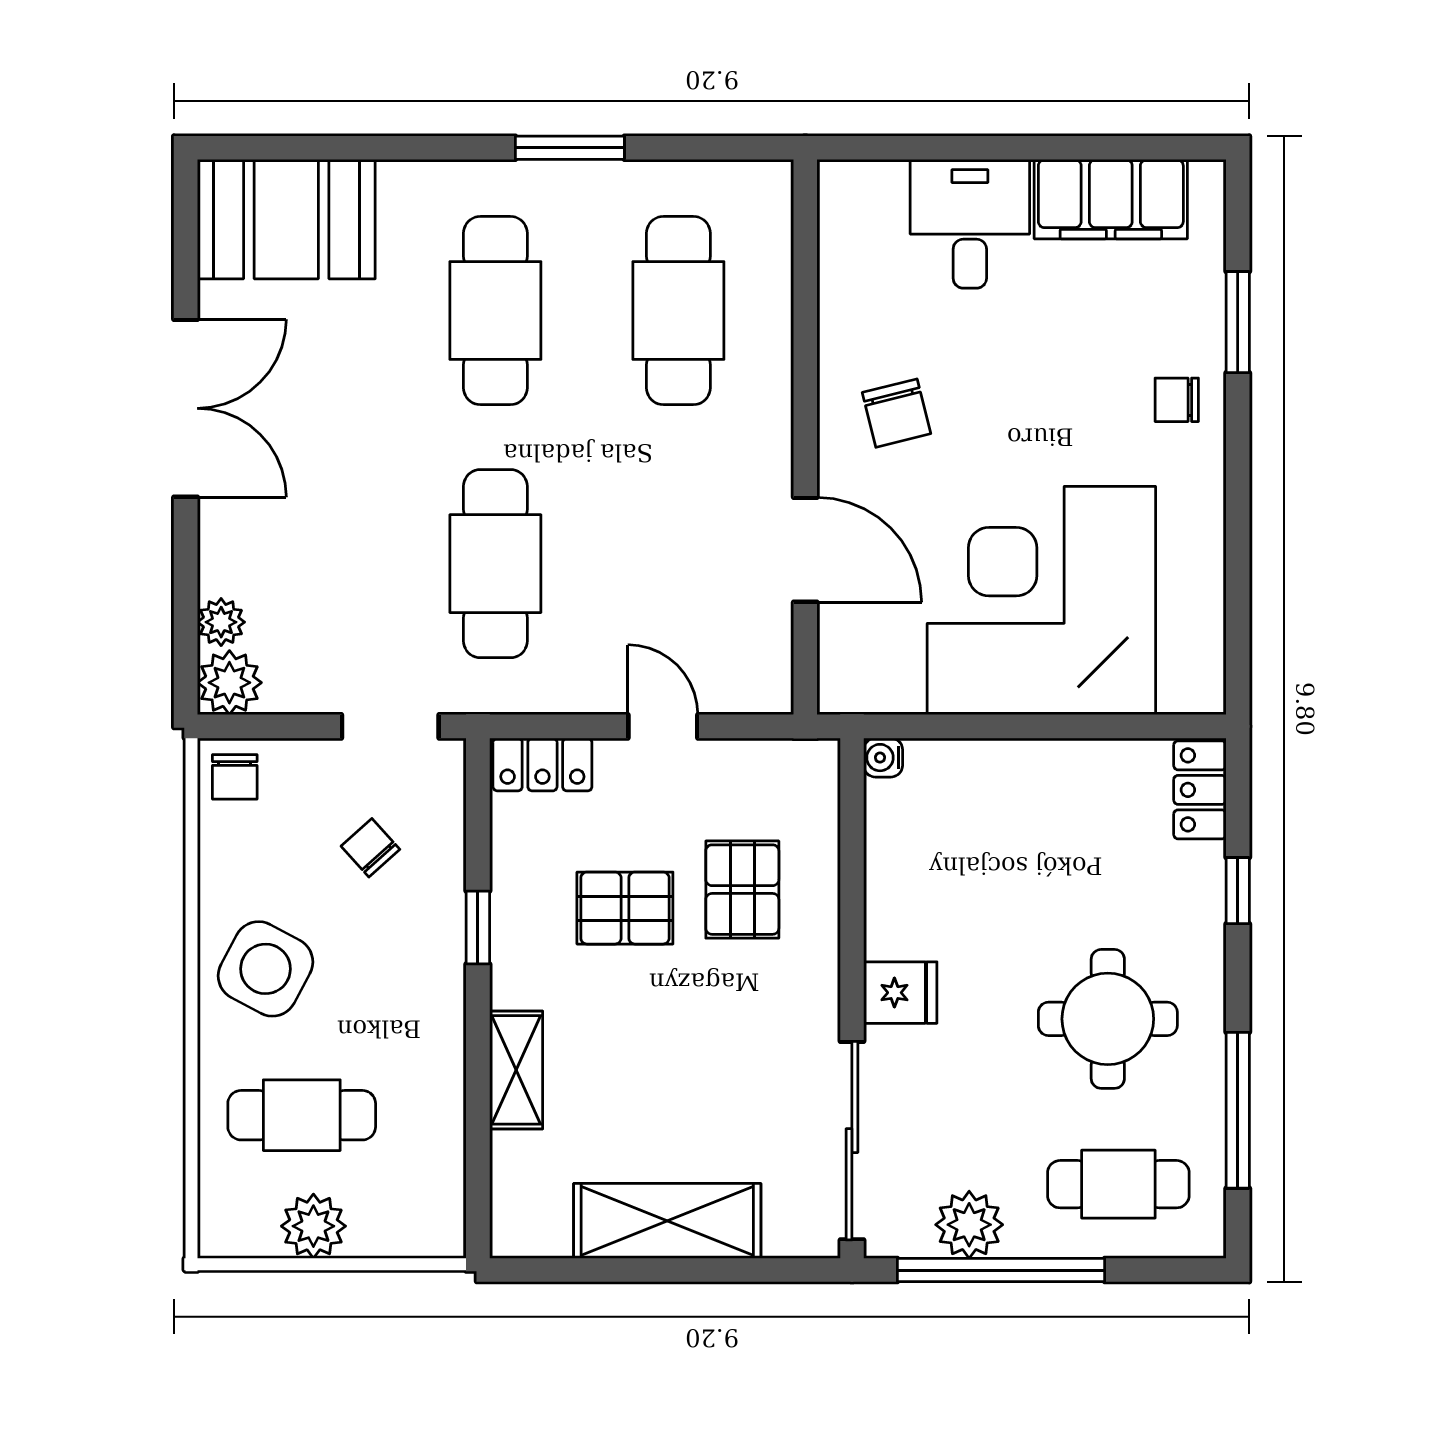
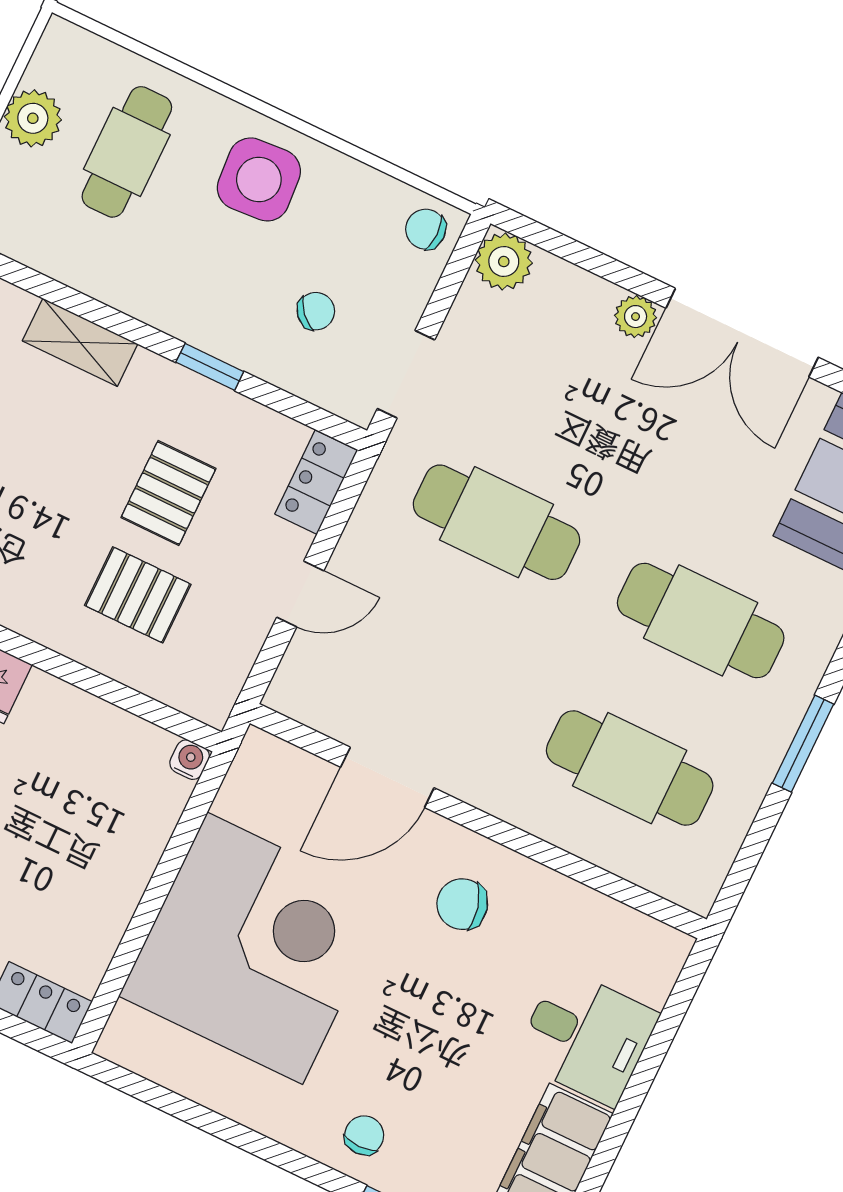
plant: (221, 622) -> (636, 317), moved
side table: (266, 969) -> (259, 179), turned -32

